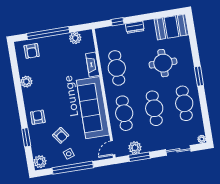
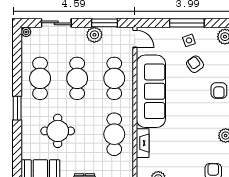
door: (113, 148) -> (135, 39), hinge flipped
plant: (135, 148) -> (94, 35), moved
window: (73, 168) -> (187, 23), width x0.68

